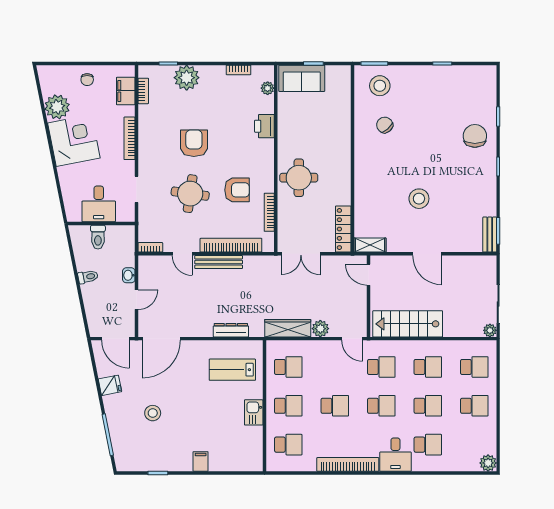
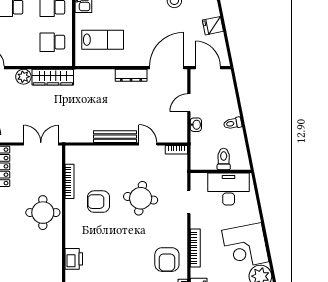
armchair: (194, 143) -> (167, 260), moved
desk: (99, 204) -> (229, 189), width x1.37
bookcase: (231, 245) -> (104, 152), removed
dresser: (231, 330) -> (131, 75), moved

